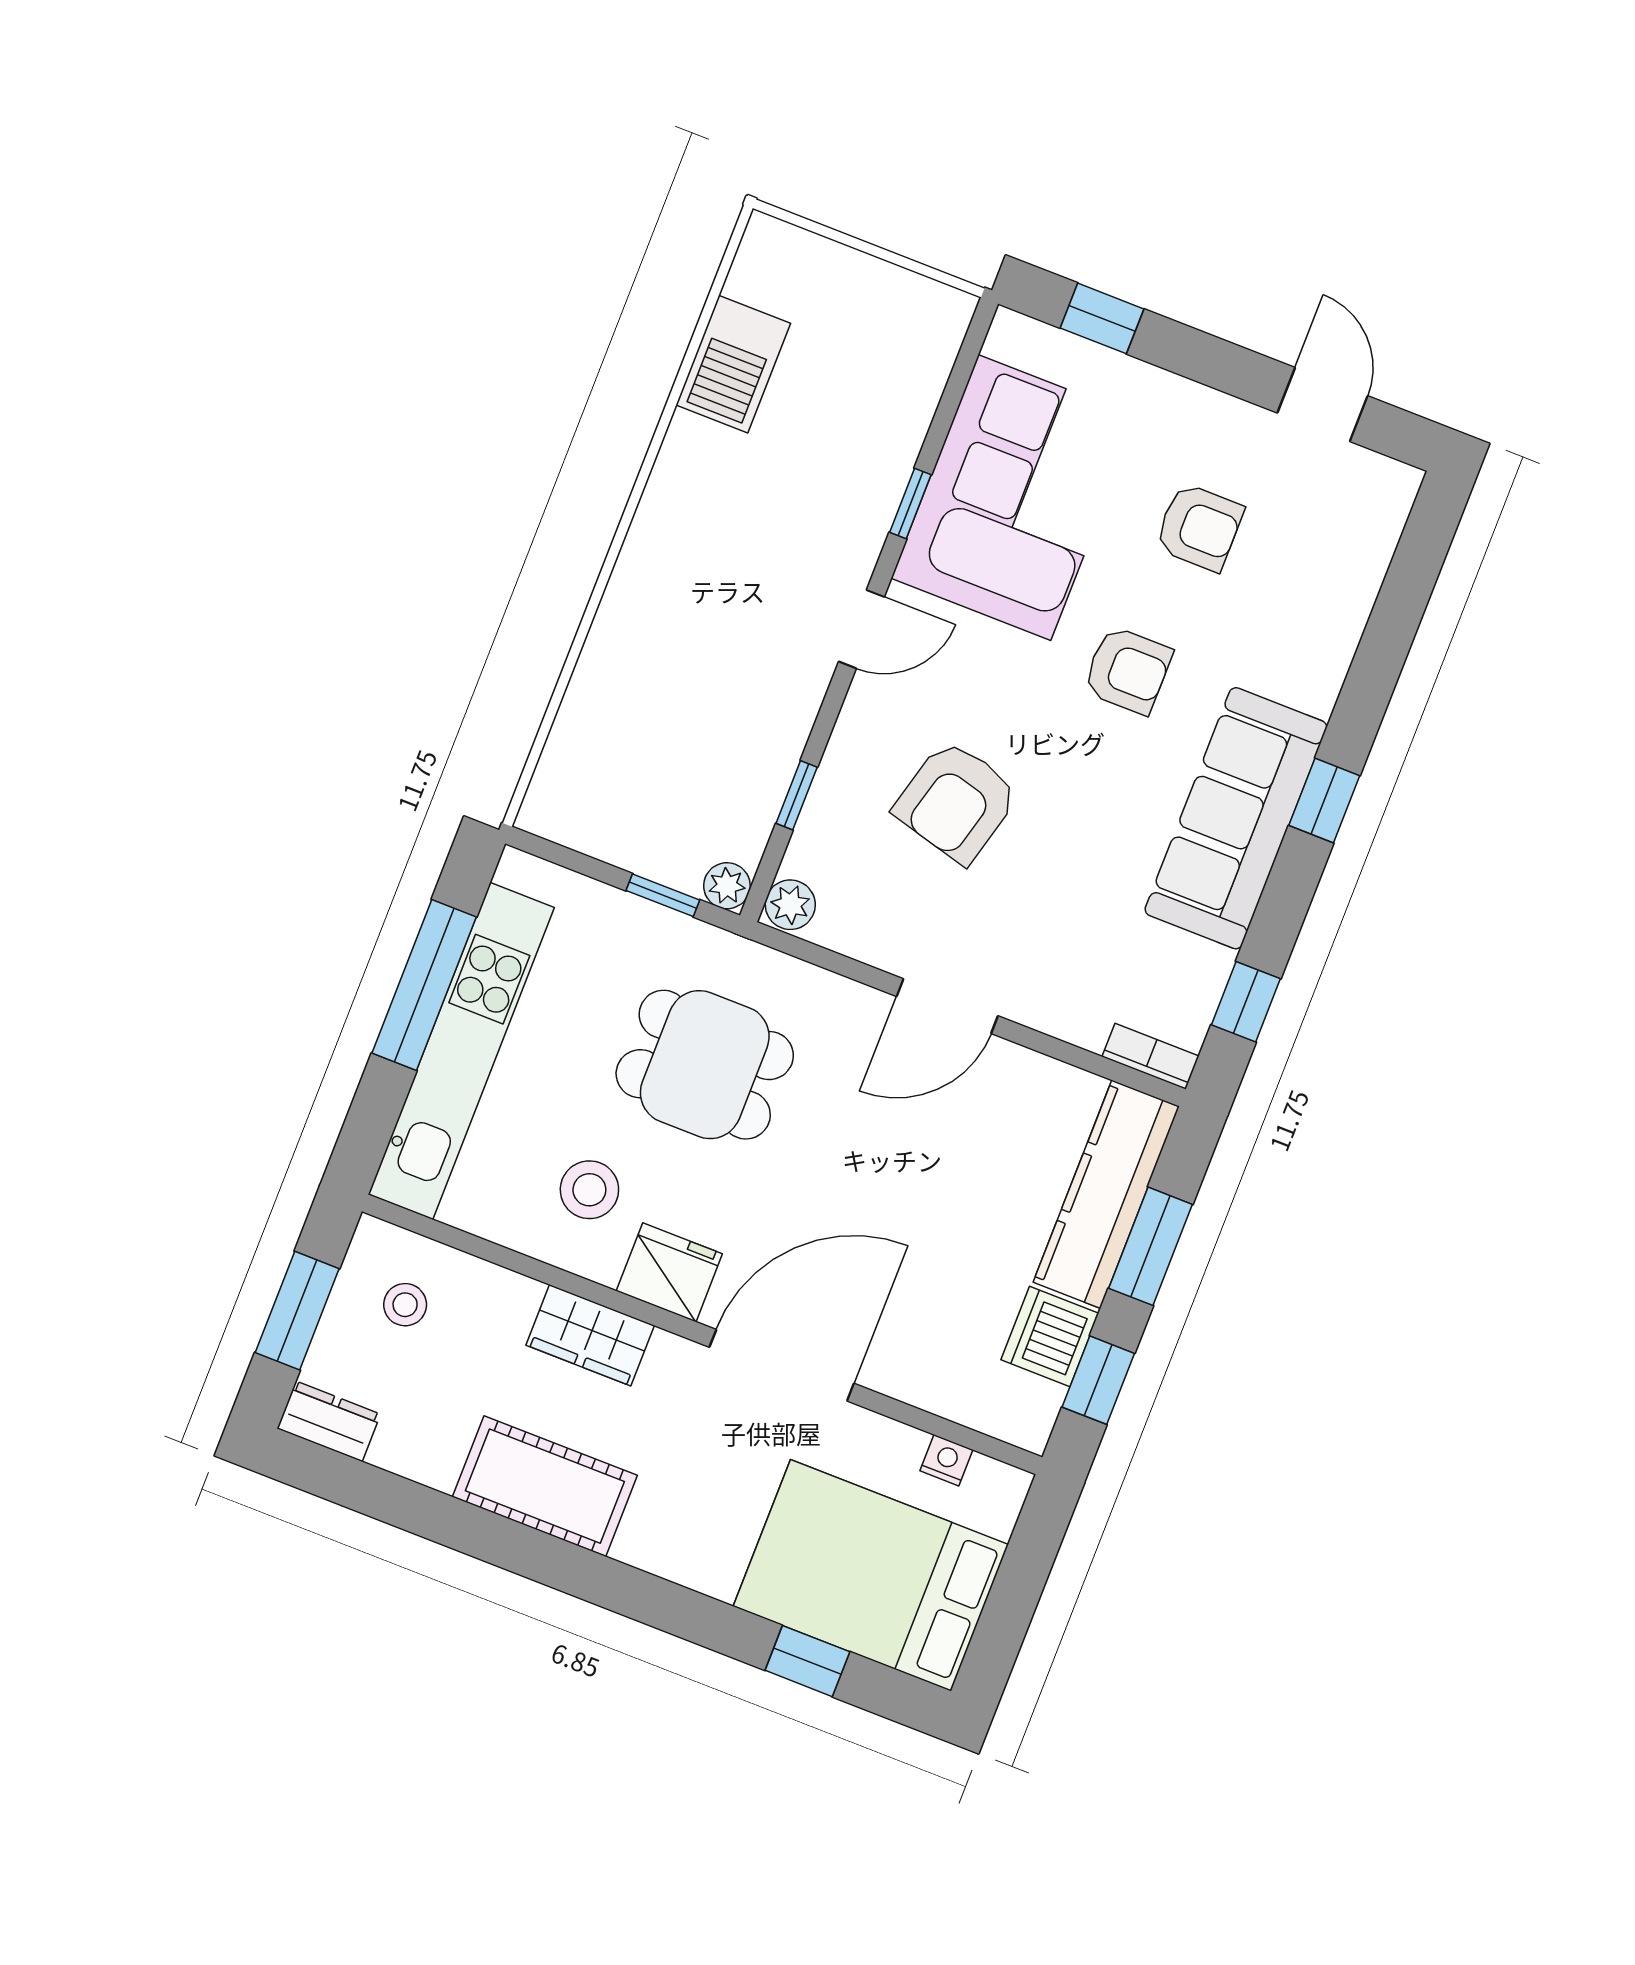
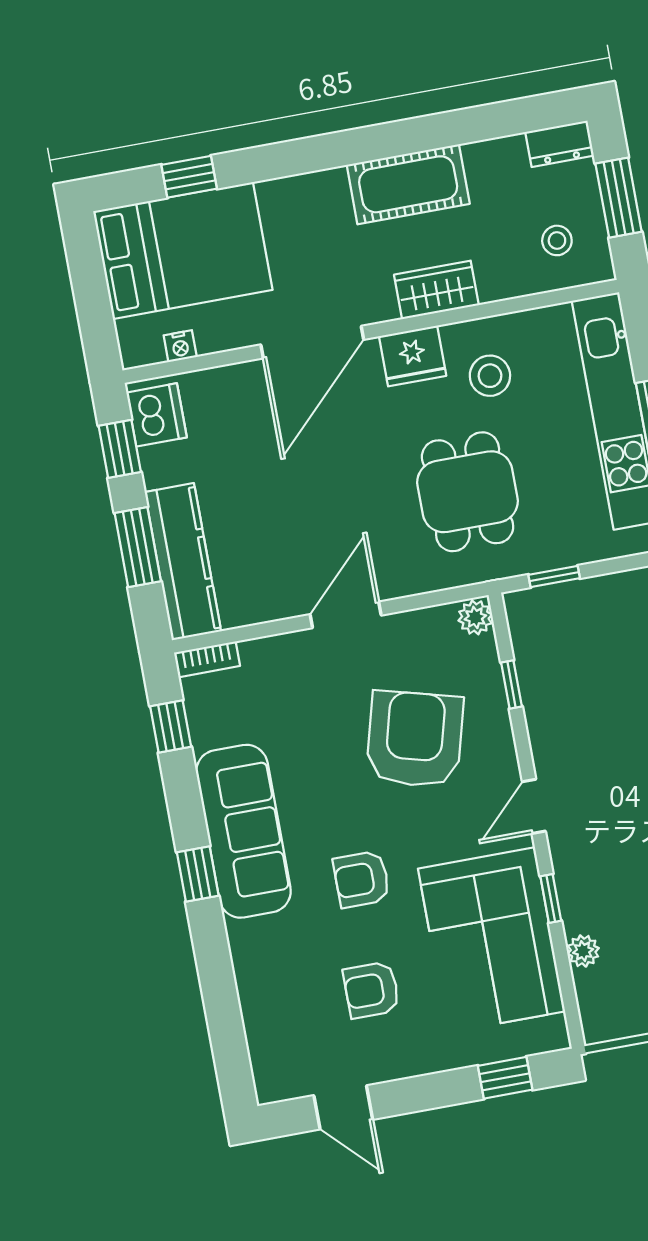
armchair: (956, 801) -> (415, 739), width x1.36, depth x1.36
plant: (727, 886) -> (583, 951), moved
dining table: (705, 1065) -> (468, 492), turned 90
dishwasher: (1050, 1336) -> (157, 415), moved

